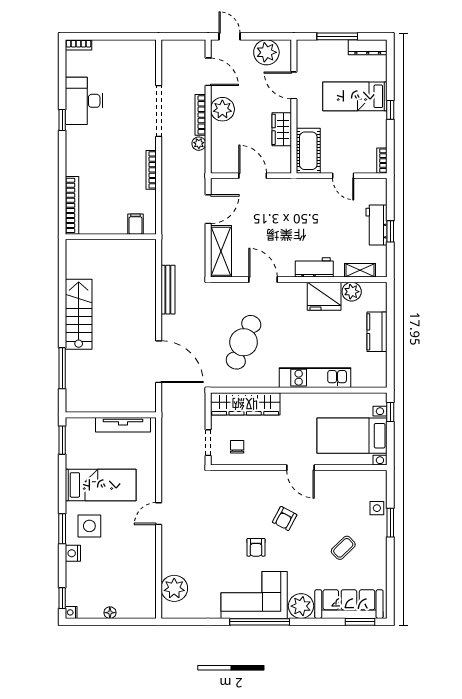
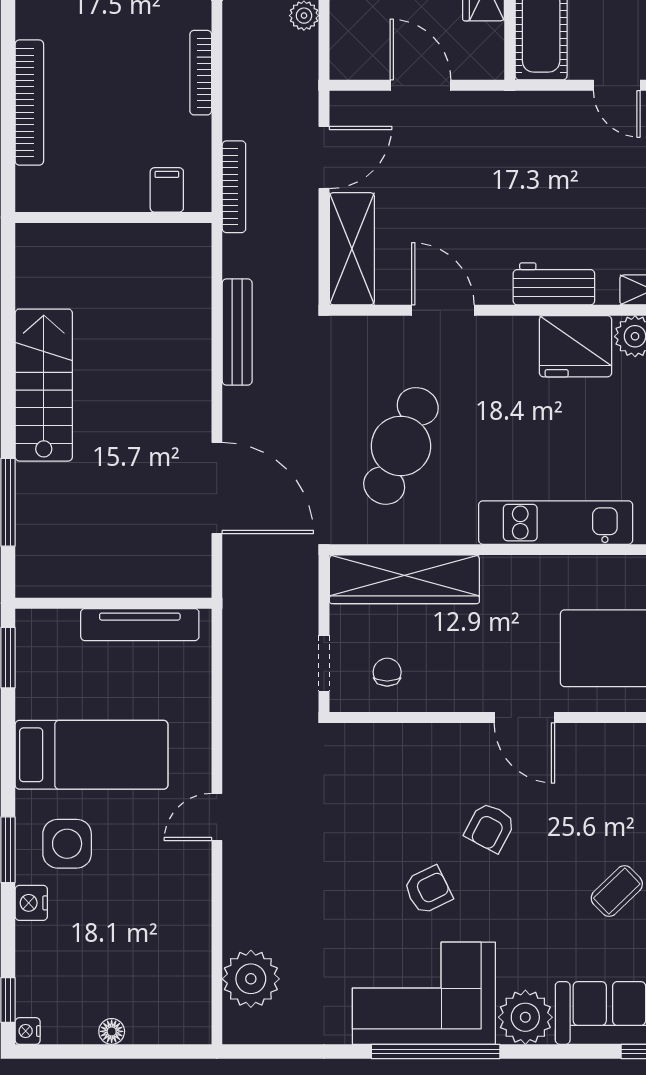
bookcase: (72, 205) -> (29, 103), moved
bookcase: (166, 223) -> (234, 187), added
armchair: (256, 547) -> (428, 890), turned -116

